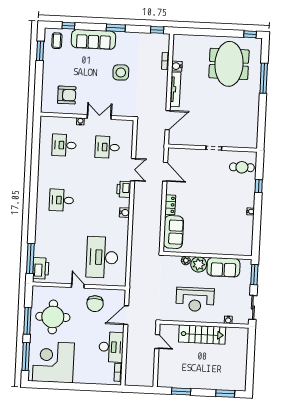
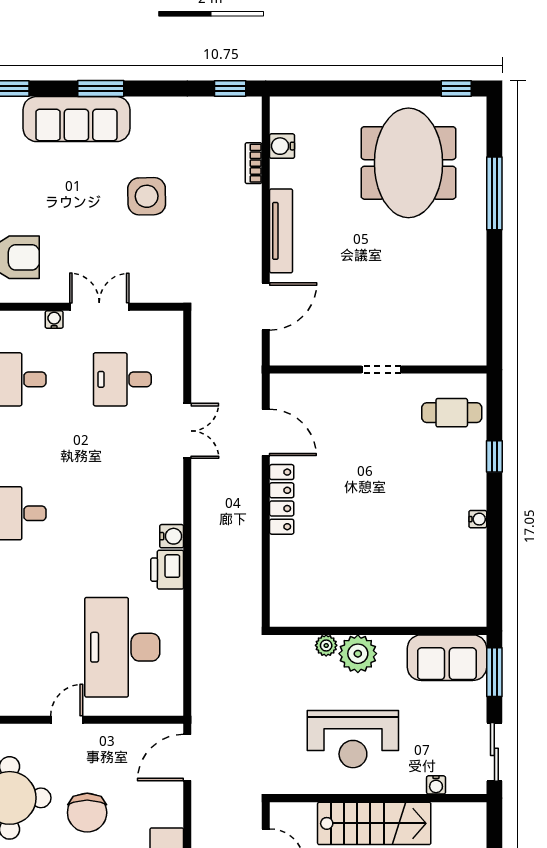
window: (116, 28) -> (101, 89), moved
water cooler: (177, 66) -> (282, 146), moved
printer: (124, 189) -> (167, 570), moved
locker: (170, 205) -> (282, 499), width x1.53
sofa: (173, 232) -> (293, 578), removed
sofa: (223, 267) -> (447, 658), moved
door: (78, 286) -> (67, 720), hinge flipped
chair: (95, 304) -> (87, 813), moved
door: (126, 315) -> (187, 758), moved

